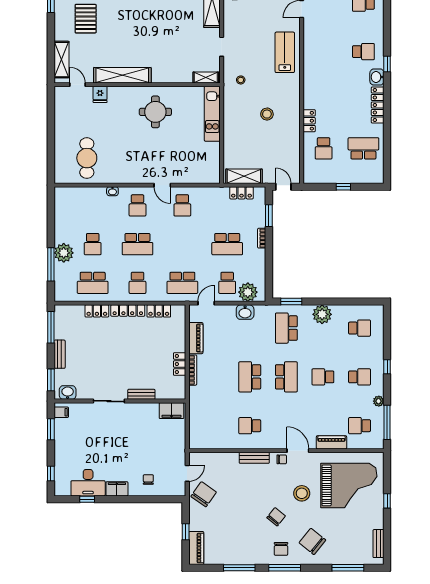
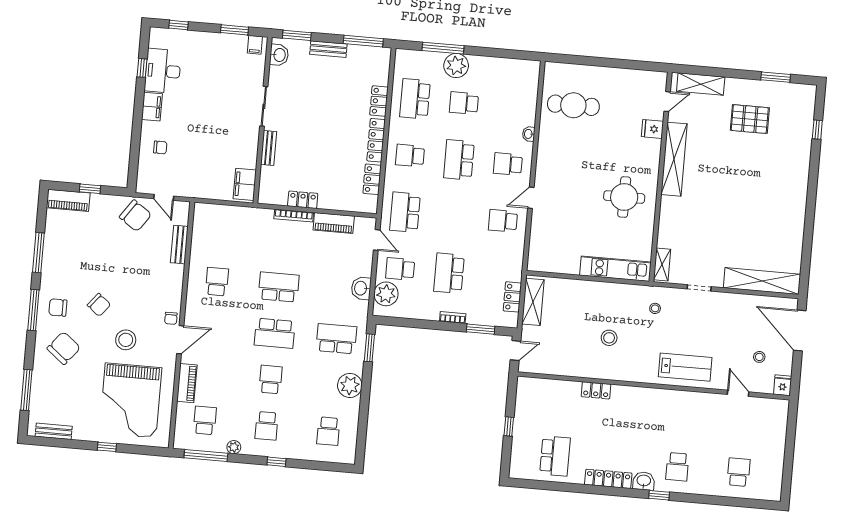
school desk: (324, 148) -> (559, 406), removed
bench: (254, 458) -> (179, 245), moved

